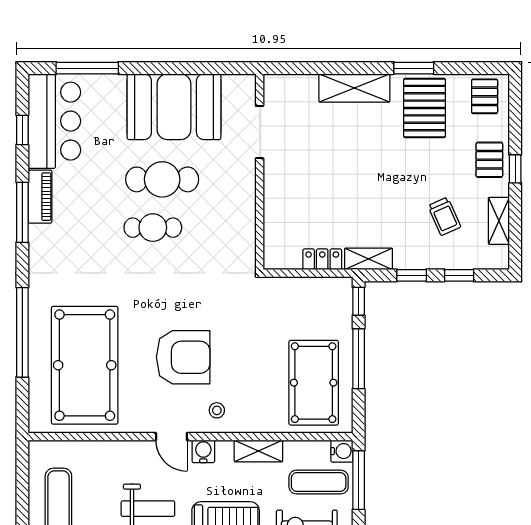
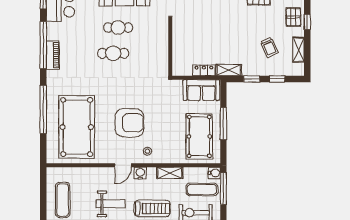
cafe table: (162, 179) -> (118, 28), width x0.73, depth x0.74
piano: (40, 197) -> (53, 55), moved
window: (22, 212) -> (43, 45), width x1.46
sofa: (318, 296) -> (201, 90), added
window: (359, 301) -> (223, 93), removed
door: (171, 437) -> (123, 165), hinge flipped

